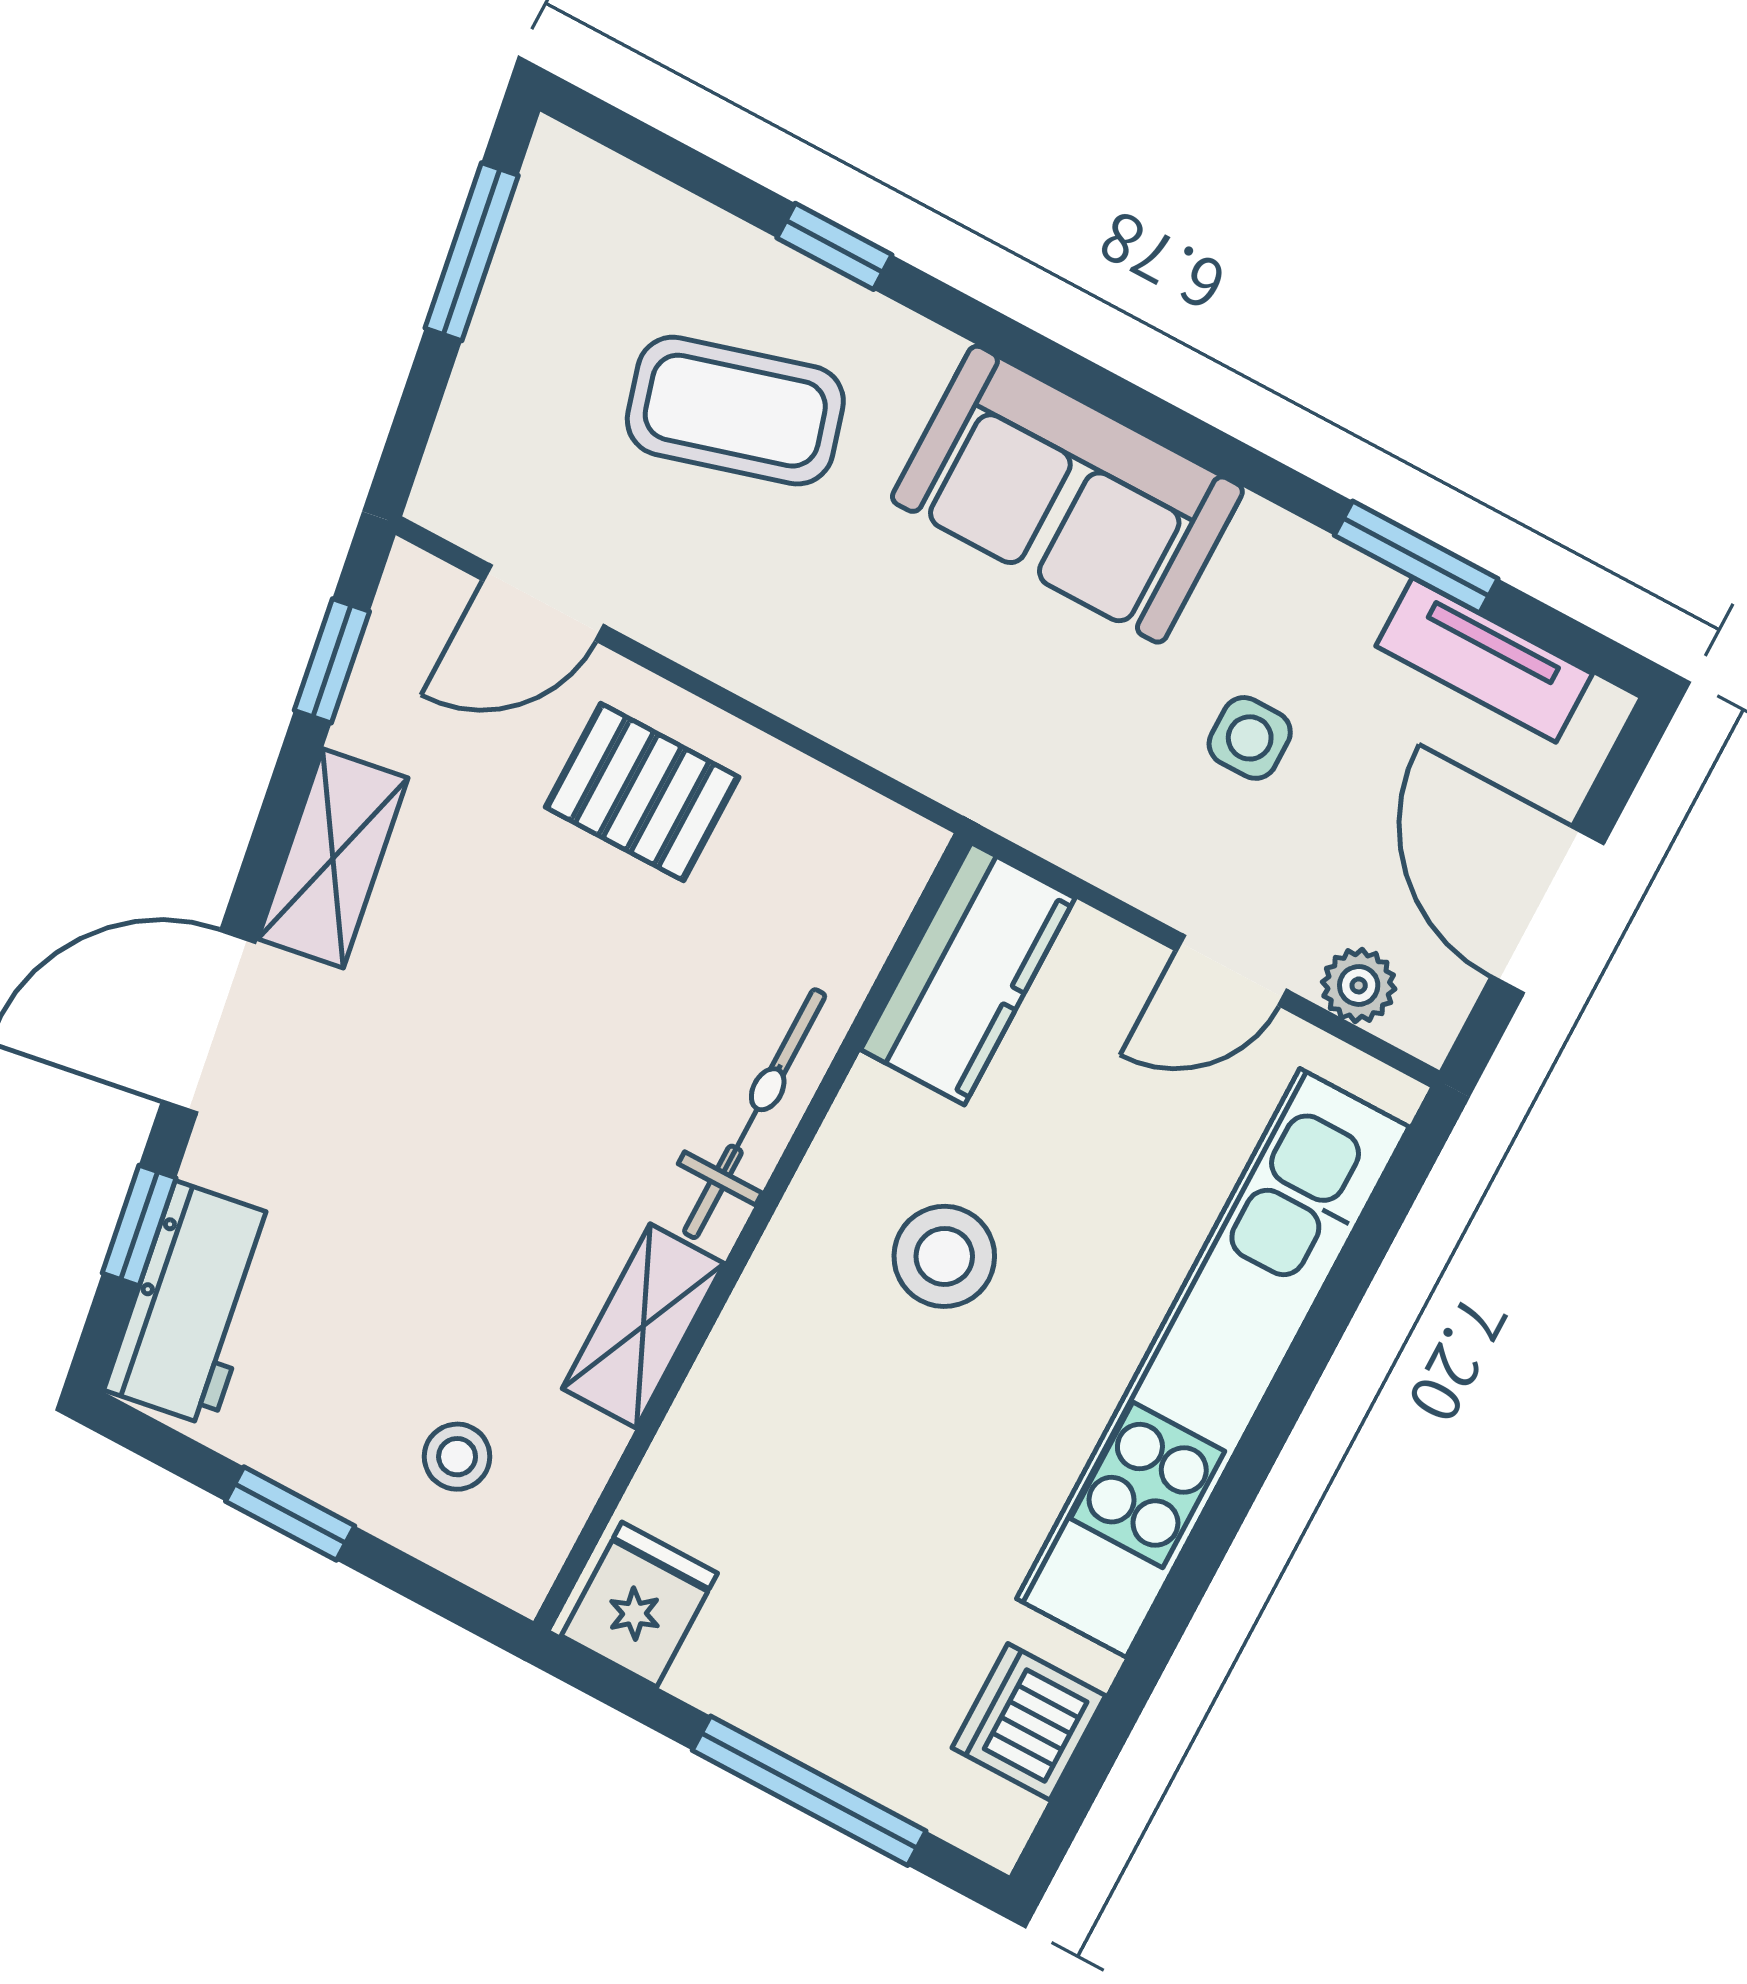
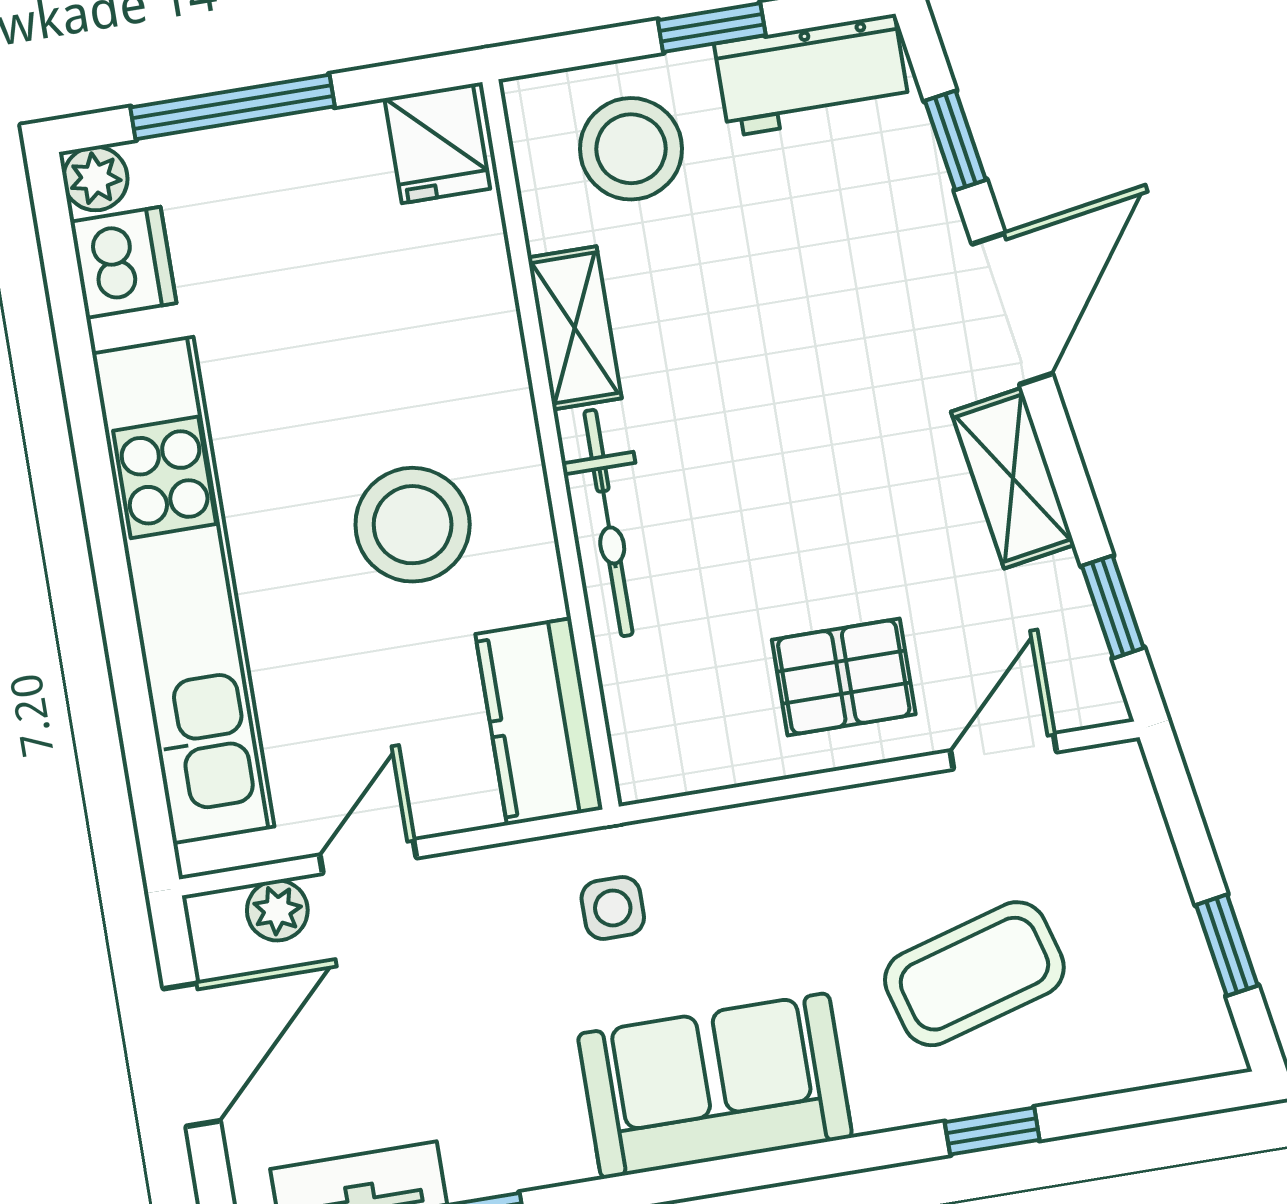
window: (472, 252) -> (1227, 945), width x0.67
side table: (1250, 738) -> (613, 908), moved
door: (1547, 910) -> (192, 1055), hinge flipped
stool: (944, 1256) -> (413, 525), width x1.38, depth x1.38
workbench: (194, 1304) -> (812, 75), moved, turned -81
stool: (457, 1457) -> (631, 149), width x1.89, depth x1.89
plant: (994, 1823) -> (95, 178), added

